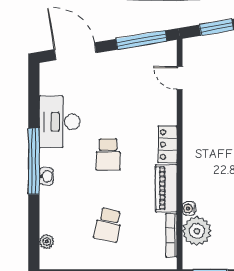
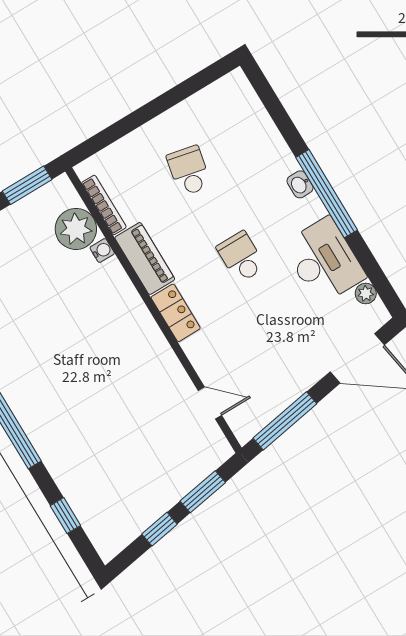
plant: (47, 242) -> (366, 293), moved

